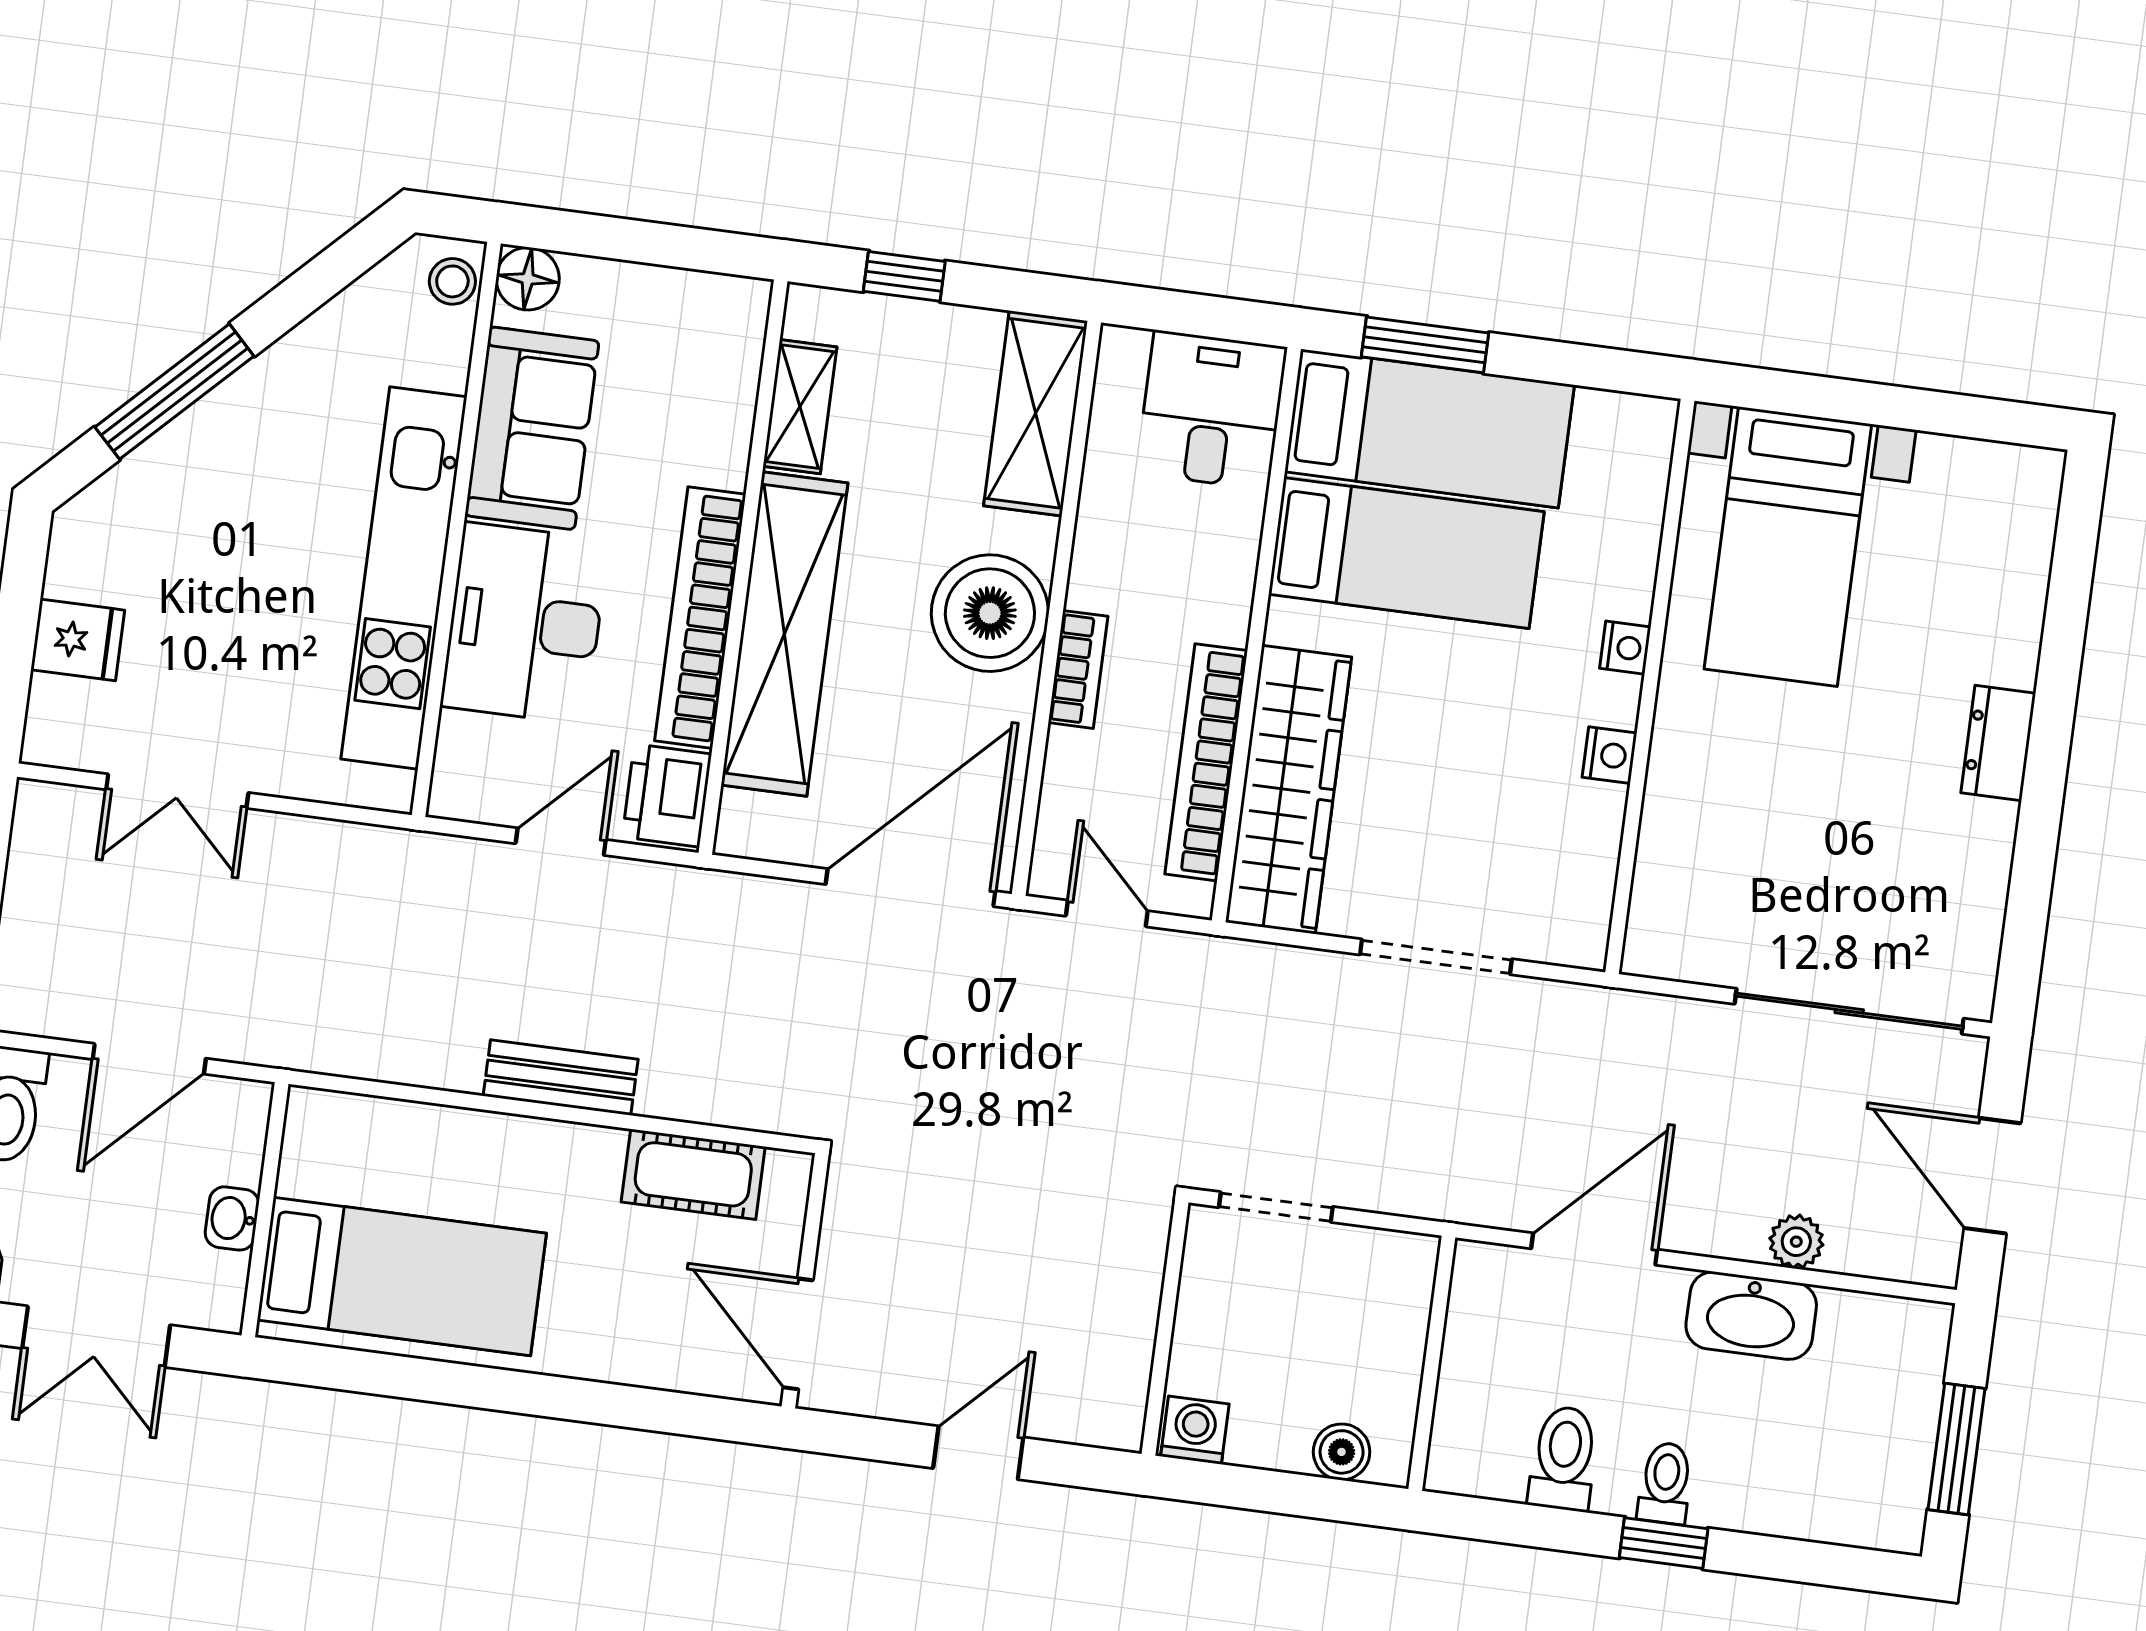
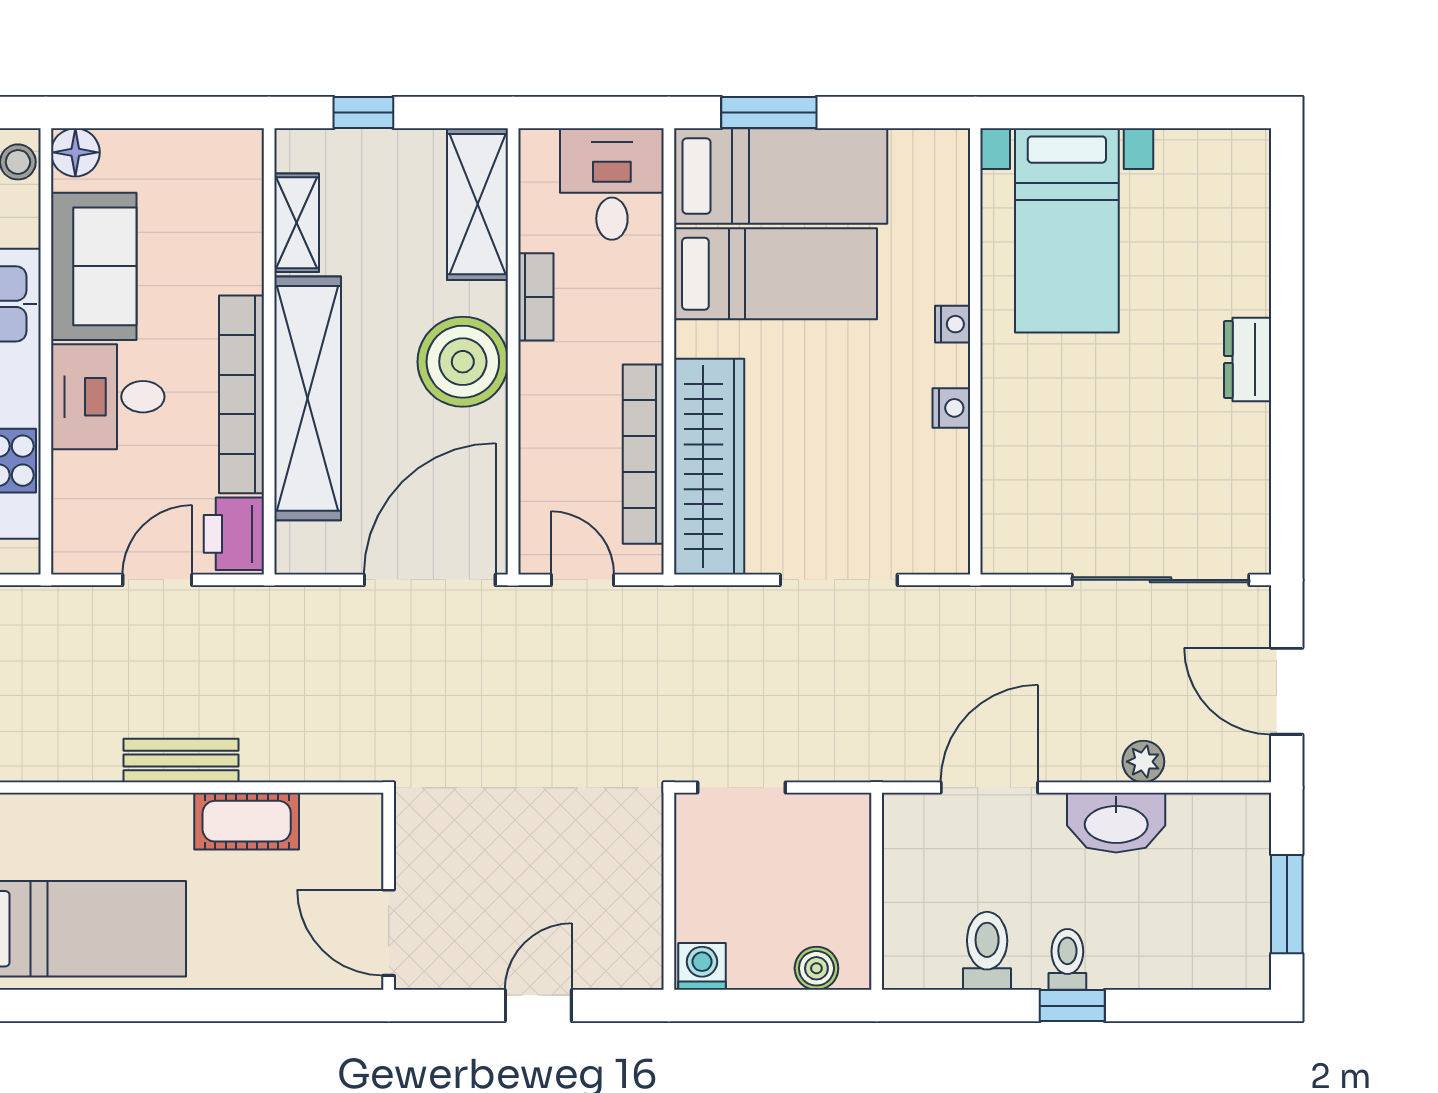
desk: (525, 623) -> (108, 397), width x0.73
bookcase: (1078, 669) -> (536, 297), moved
cot: (693, 1174) -> (247, 821), moved

